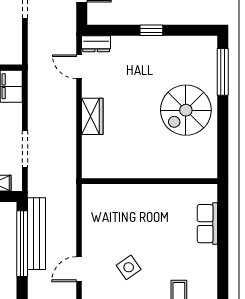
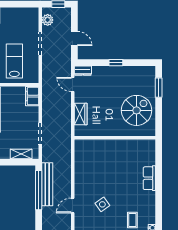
window: (223, 72) -> (159, 88), width x0.69
spiral stairs: (186, 110) -> (137, 110), turned 180
wall: (150, 181) -> (115, 138), moved

